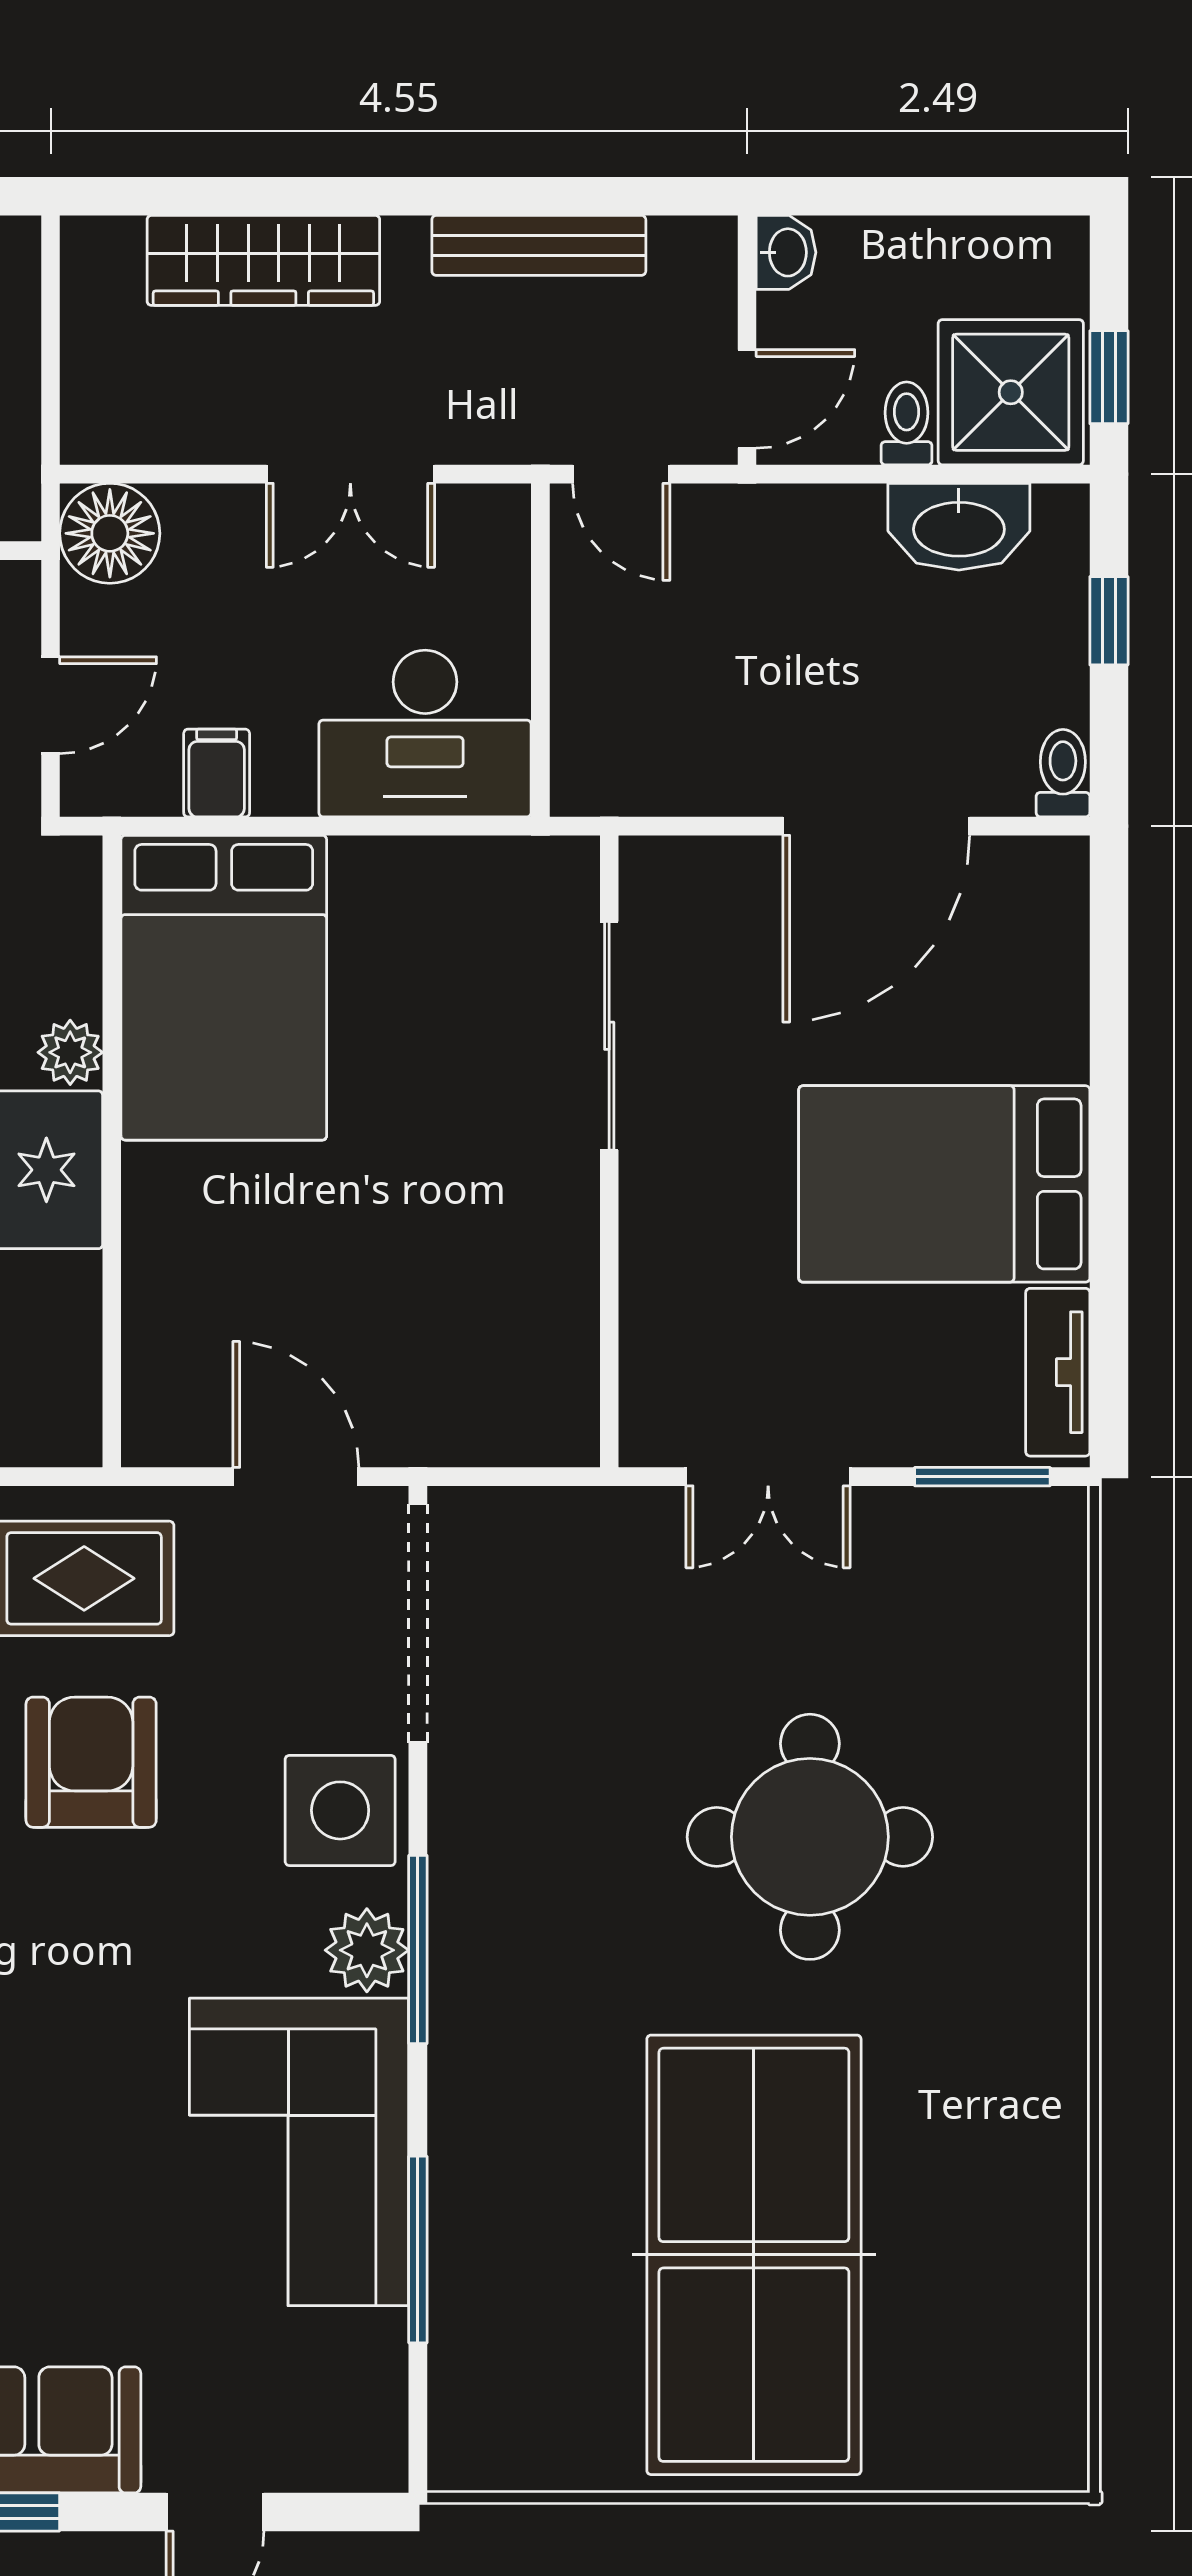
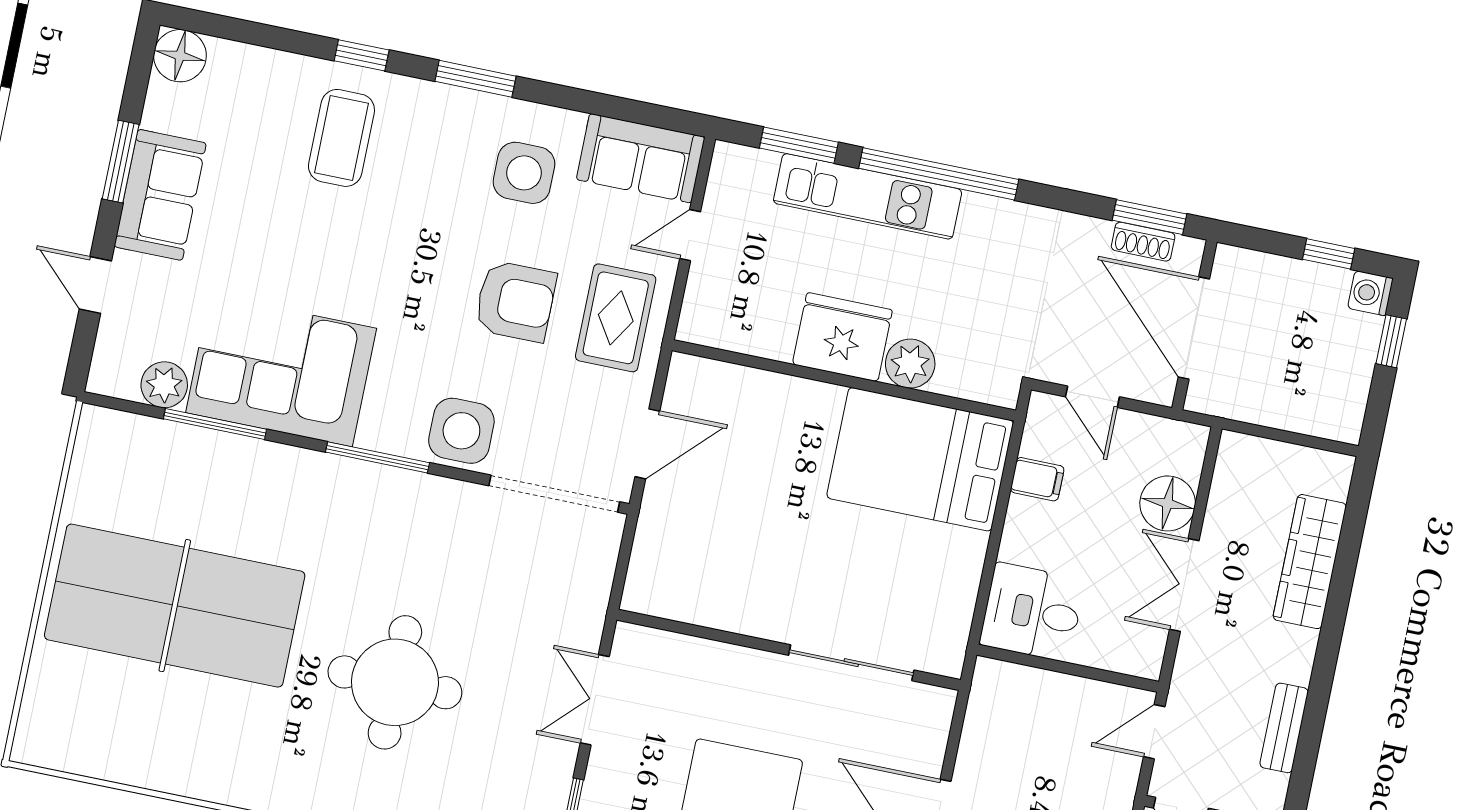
bench: (539, 245) -> (1284, 728), width x0.73
floor lamp: (110, 533) -> (1168, 503), moved
desk: (425, 734) -> (1032, 612), width x0.73
plant: (70, 1052) -> (910, 364), width x1.38, depth x1.38
plant: (367, 1950) -> (164, 385), moved

